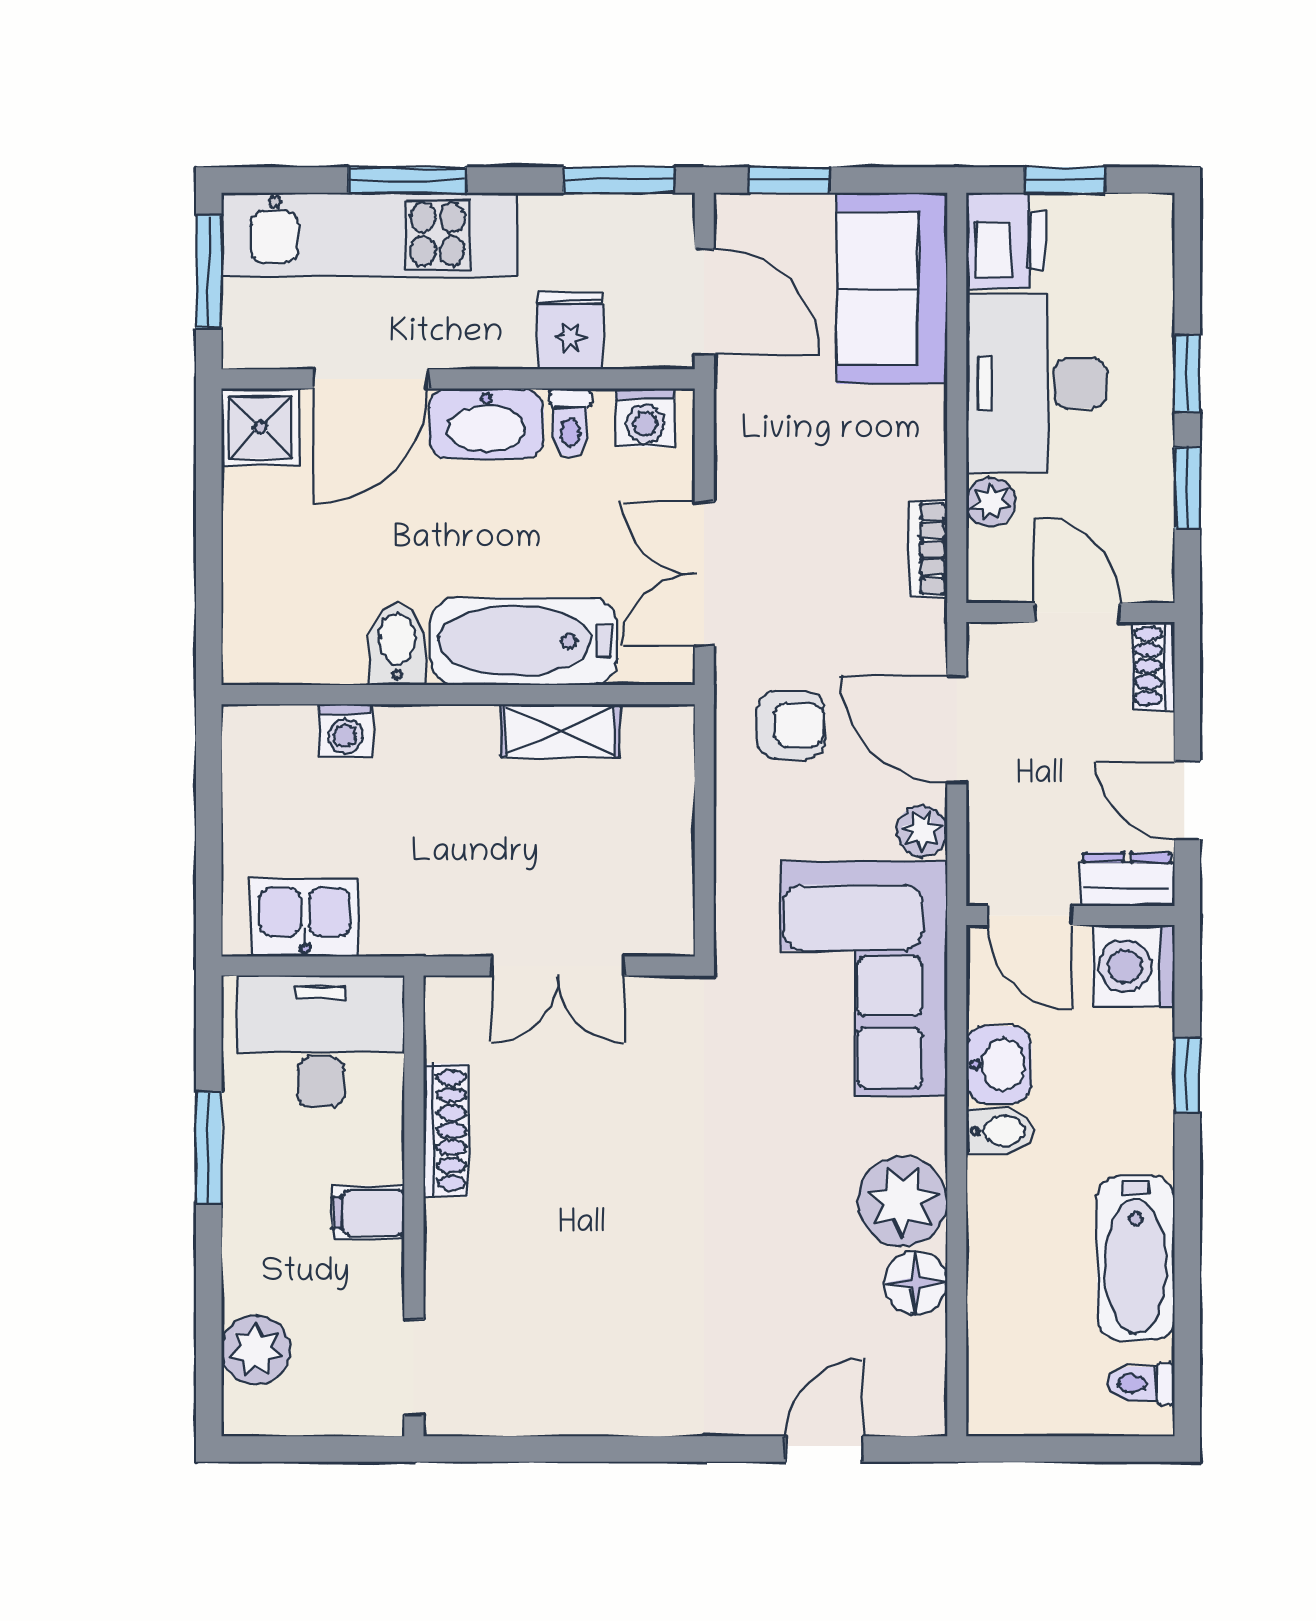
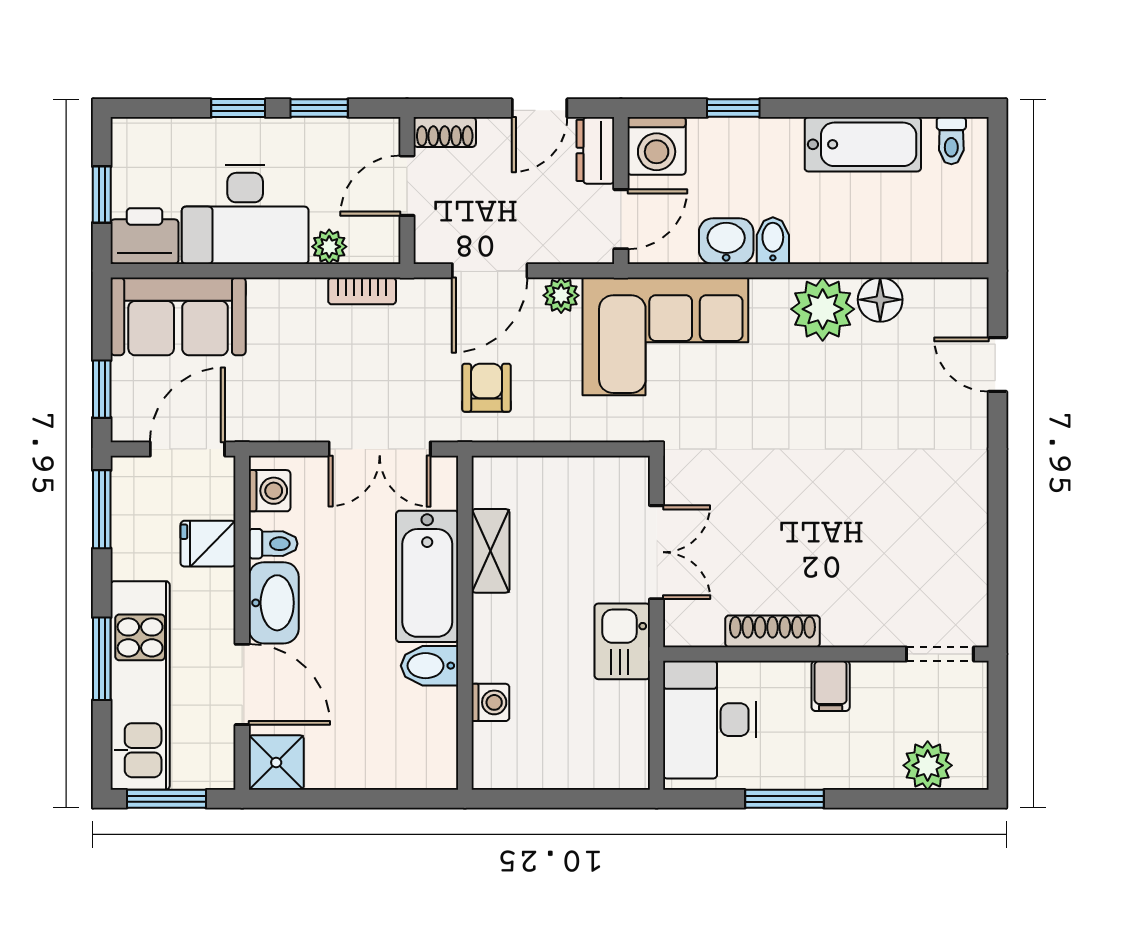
kitchen sink: (305, 917) -> (622, 641), moved

